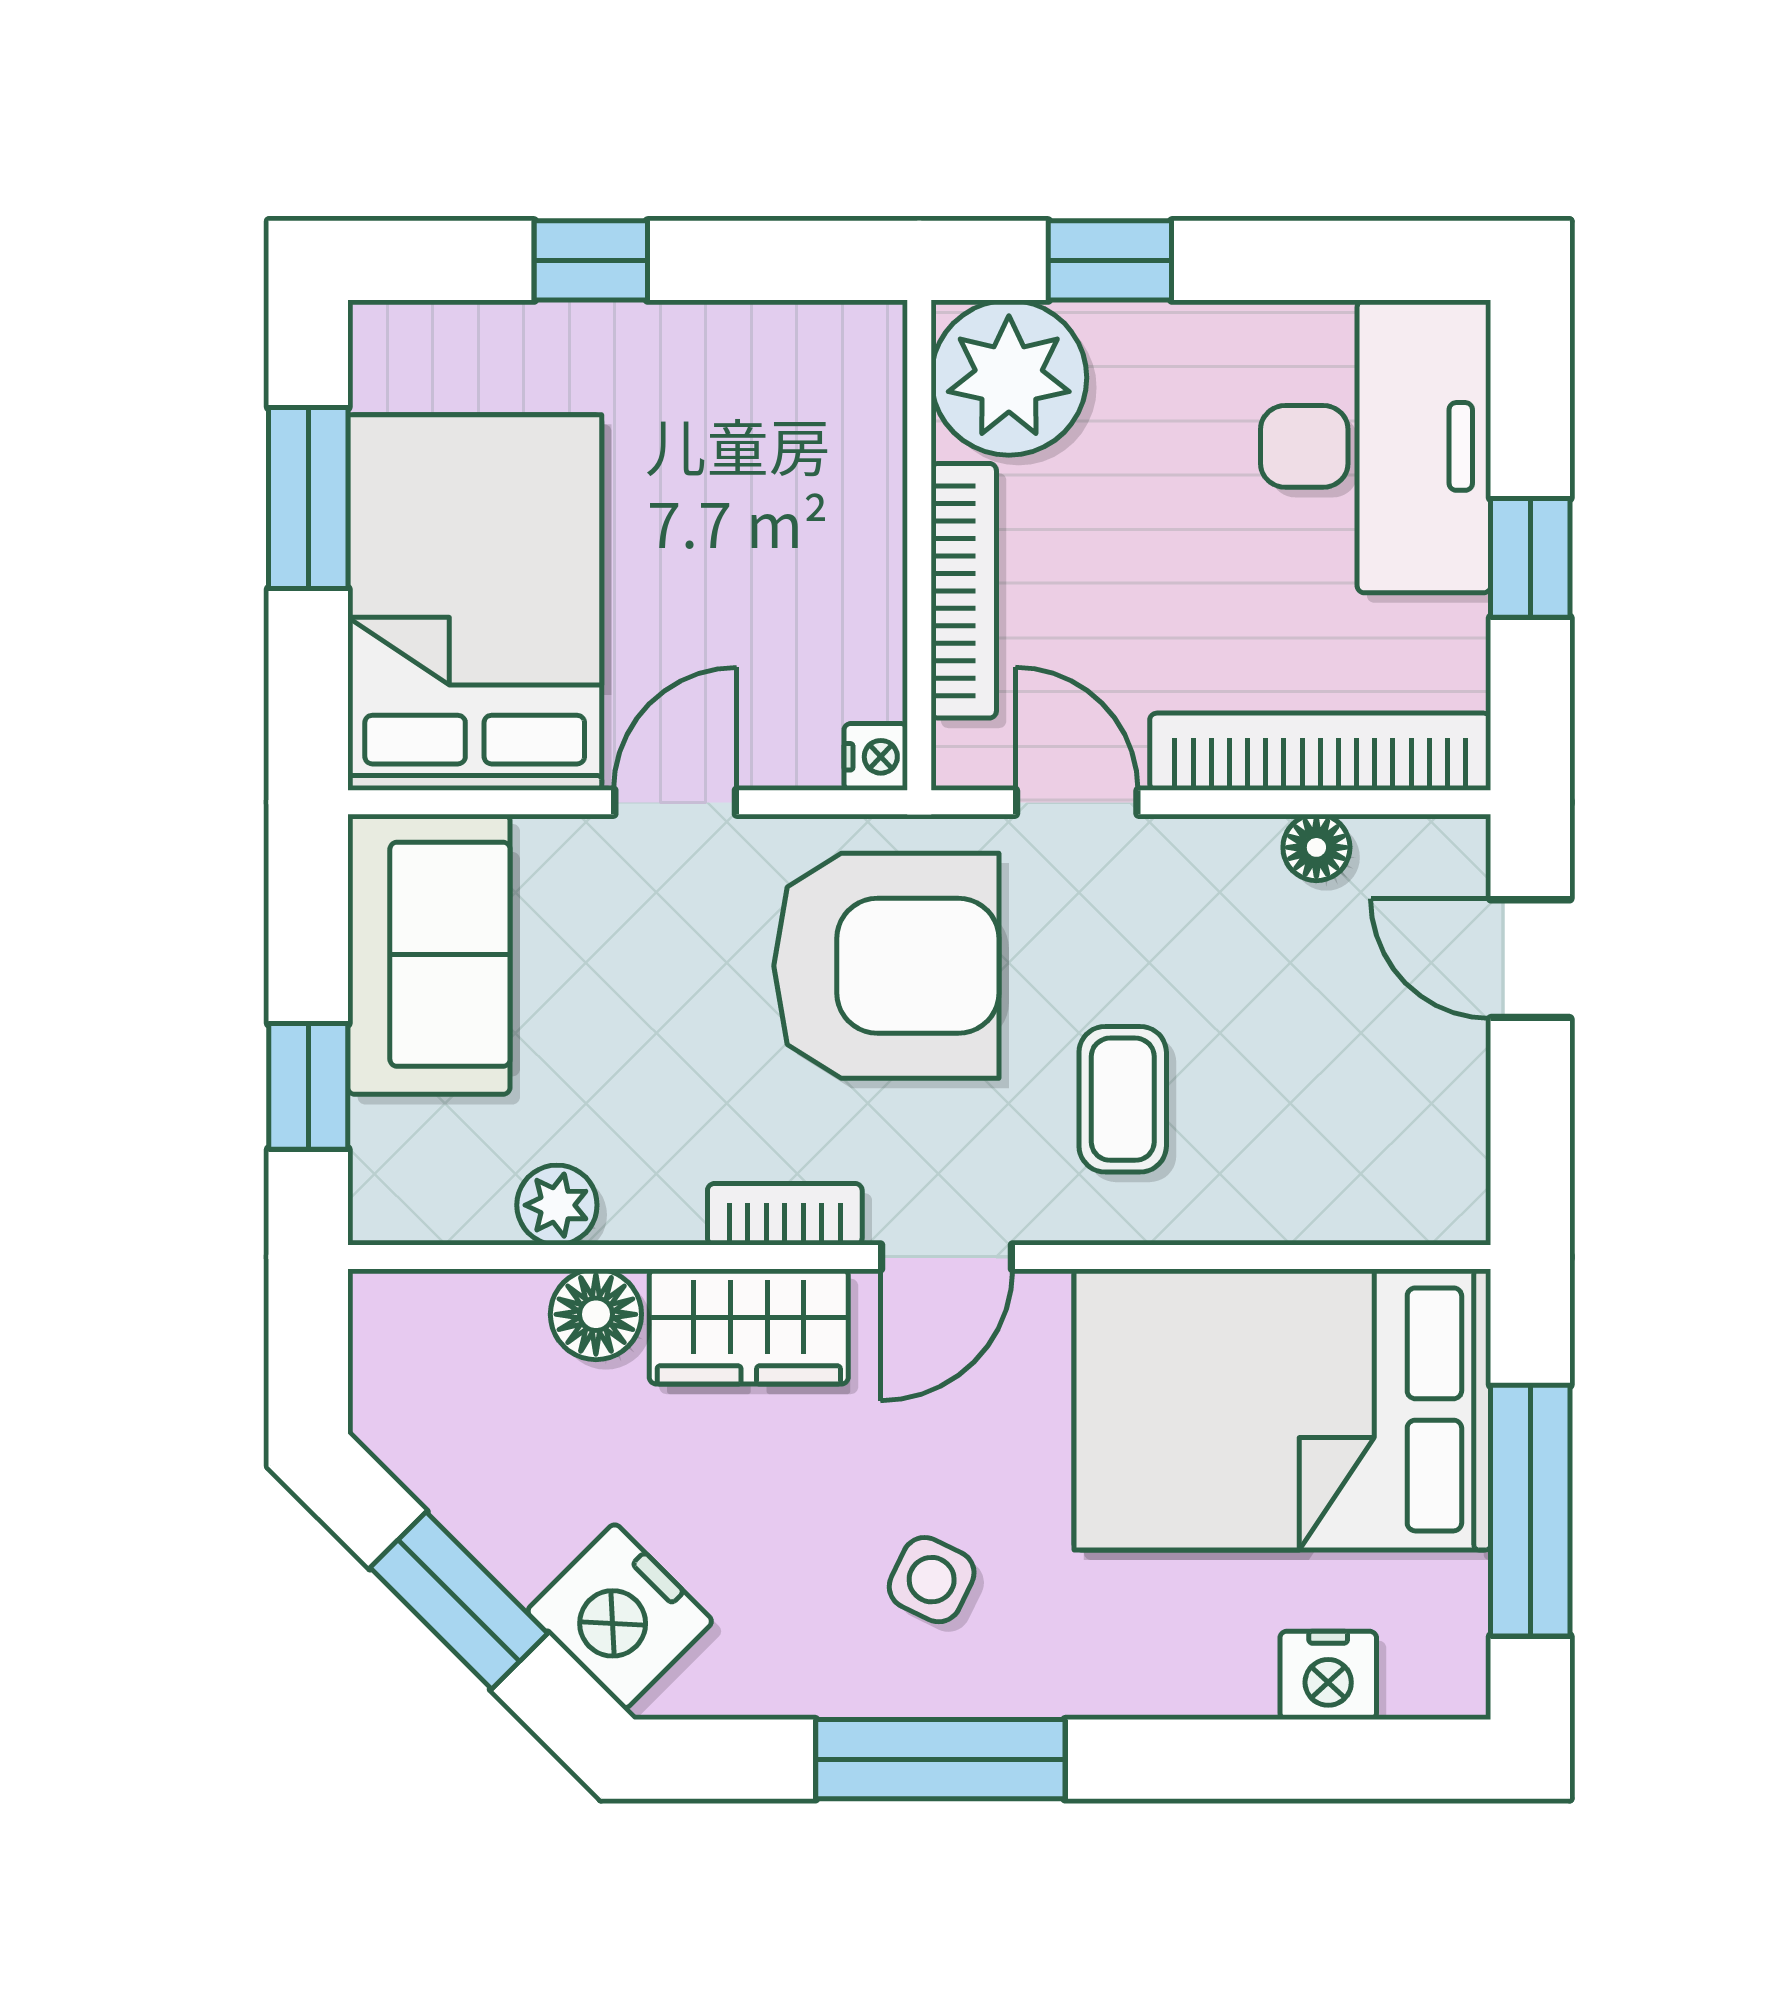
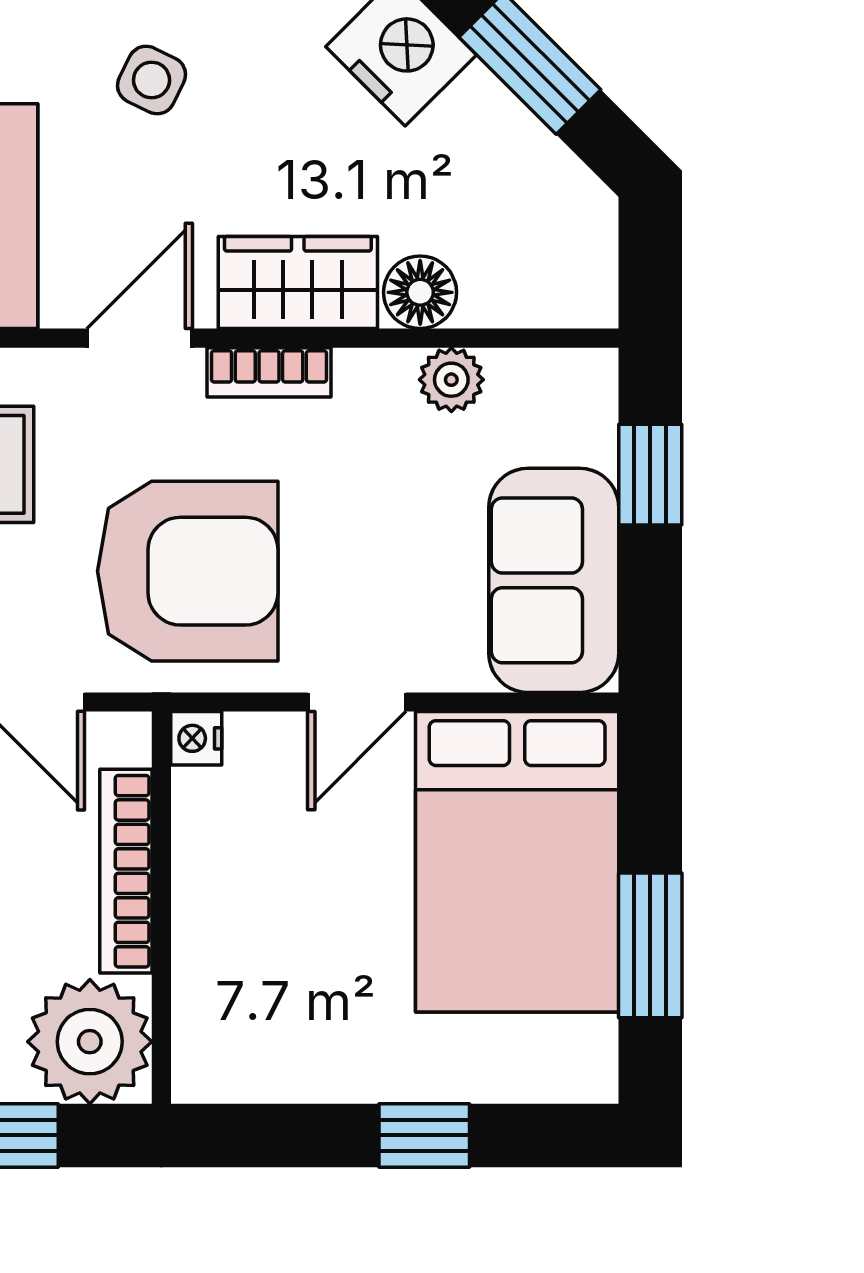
armchair: (886, 966) -> (188, 571), turned 180

